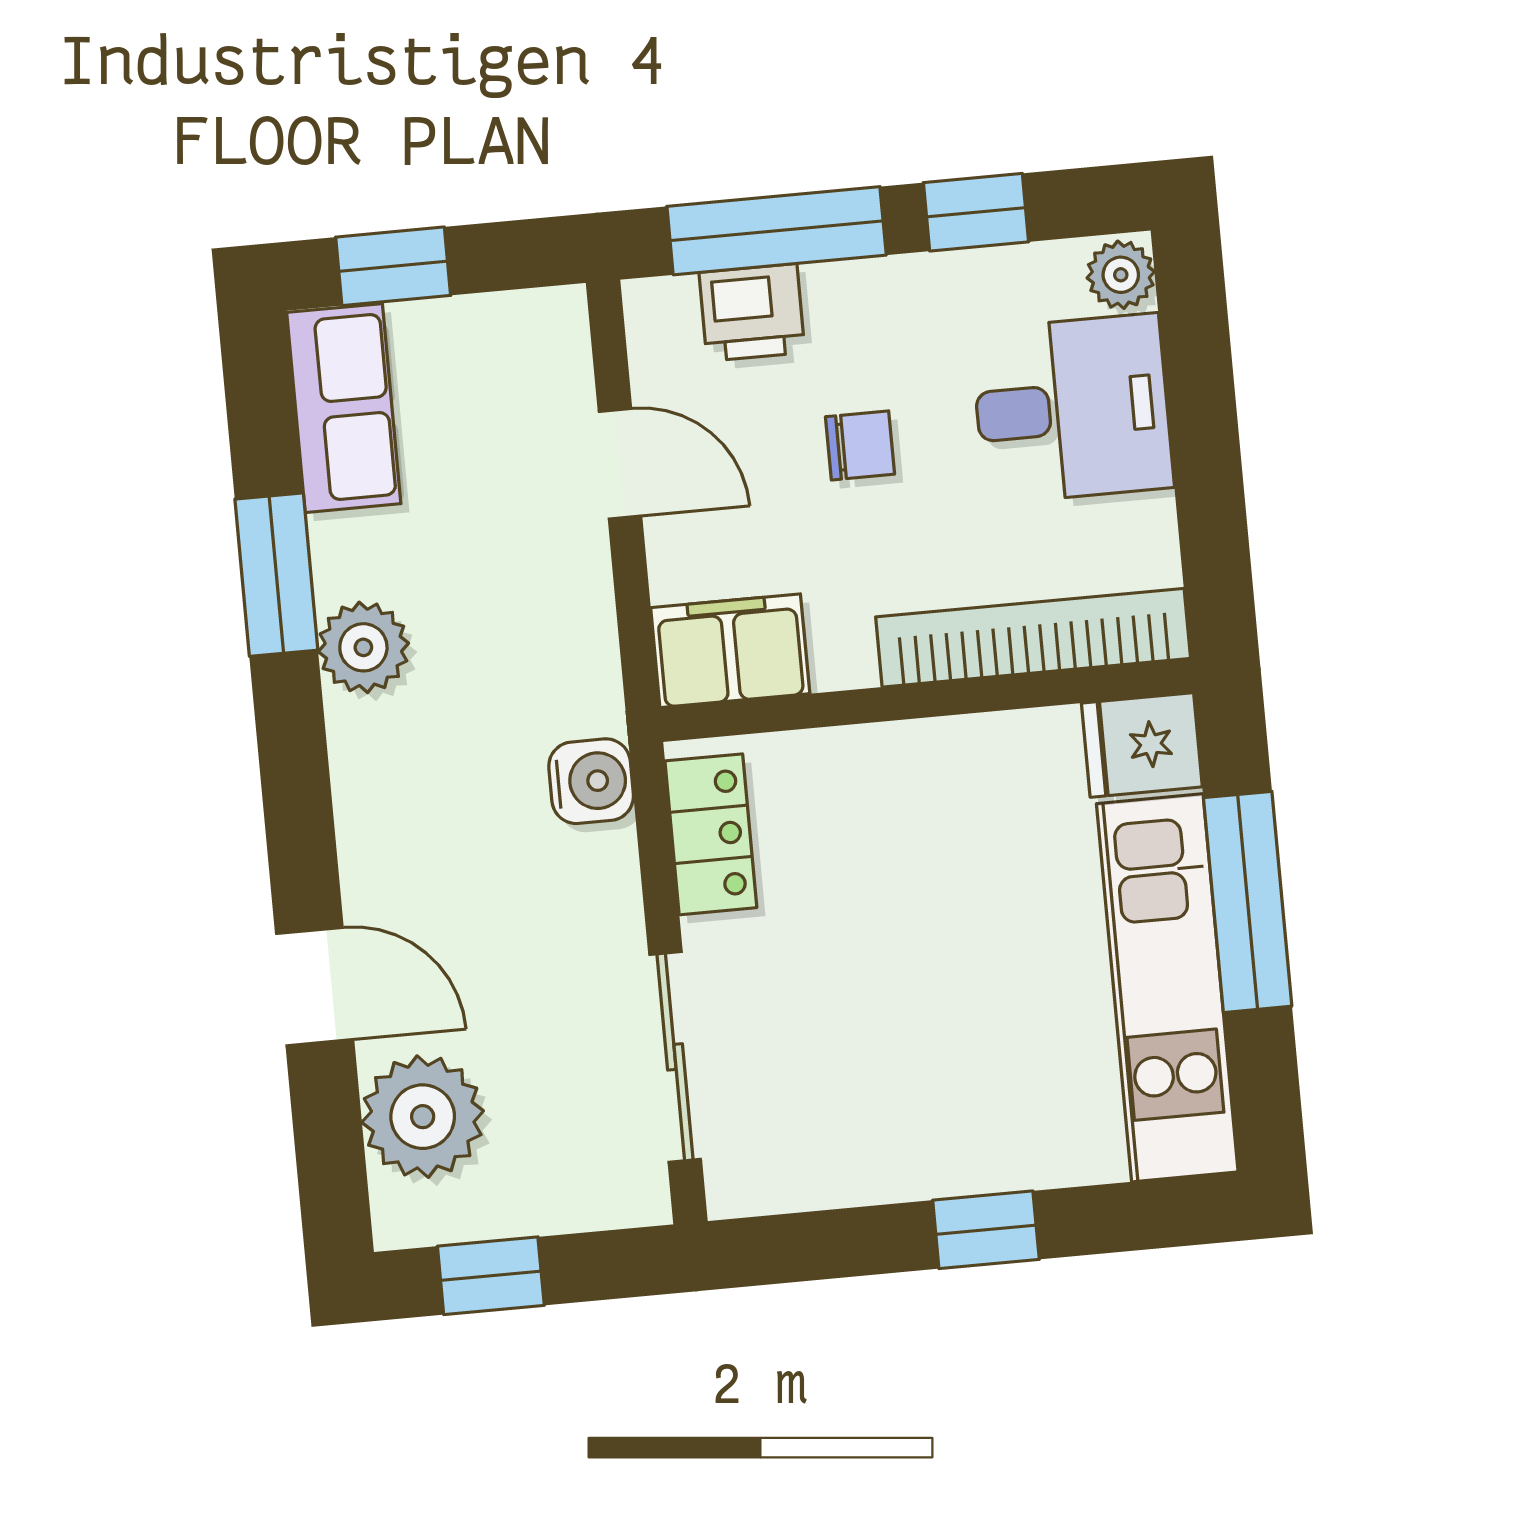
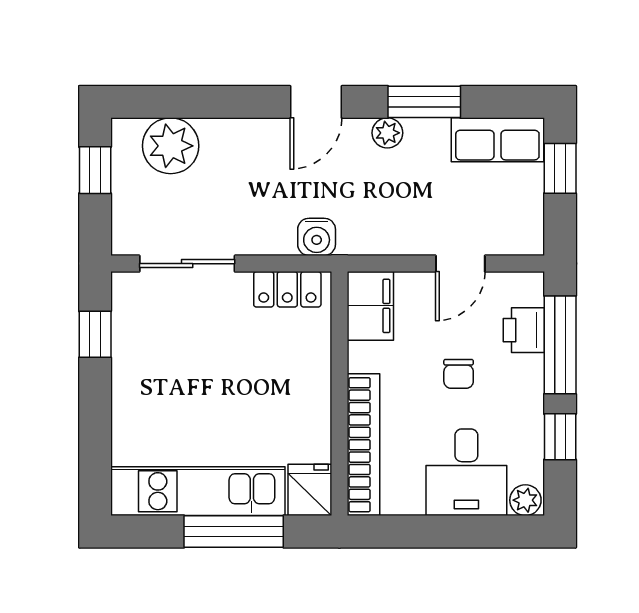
plant: (363, 647) -> (387, 133), width x0.73, depth x0.73
door: (315, 987) -> (316, 102), moved
window: (986, 1230) -> (95, 334), moved

